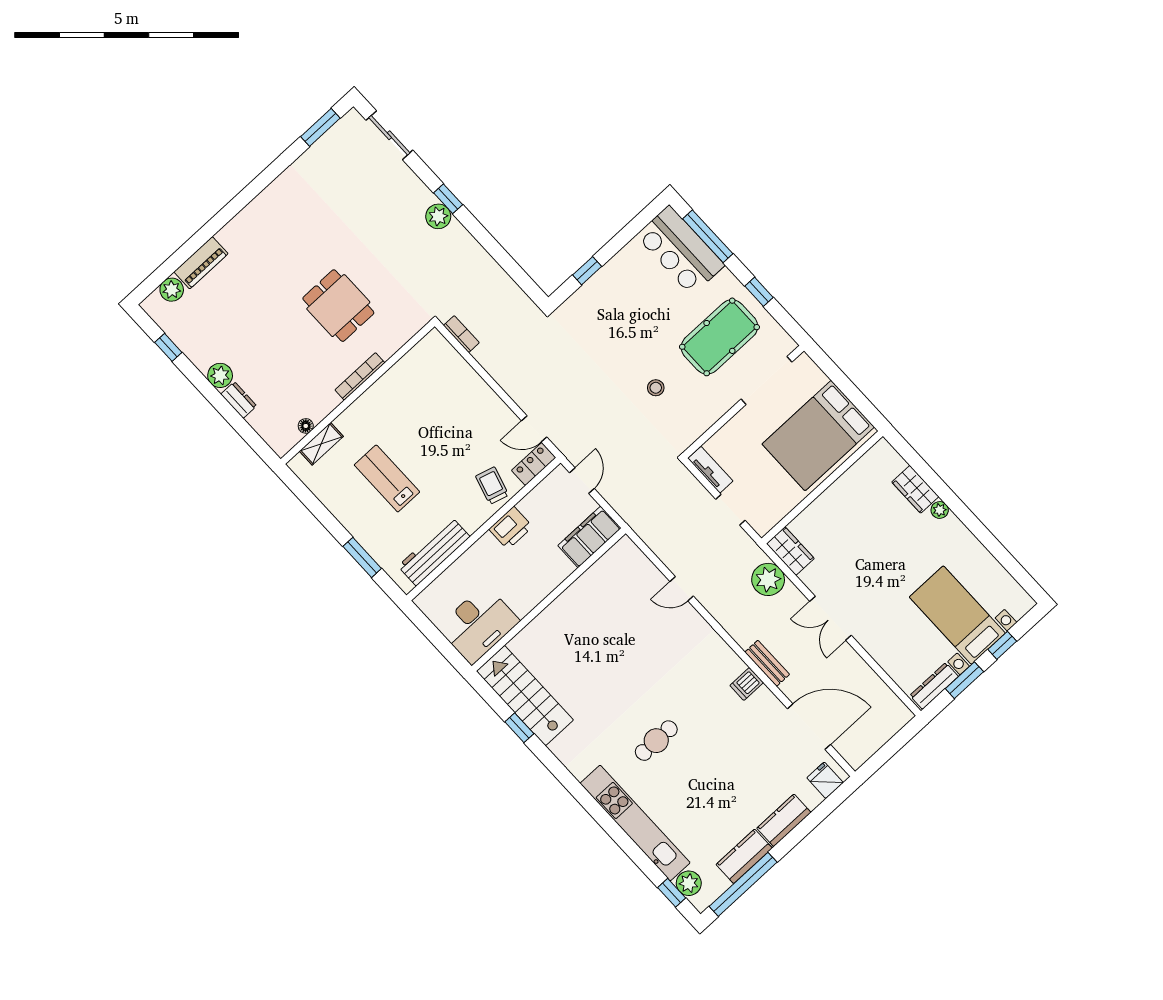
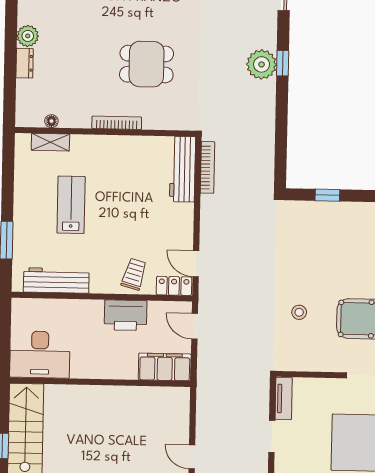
plant: (438, 216) -> (262, 64), width x1.36, depth x1.36
dining table: (338, 306) -> (147, 64), turned 90
bookcase: (461, 334) -> (208, 167), width x1.56
workbench: (450, 363) -> (183, 169), added
door: (582, 481) -> (195, 326), swing flipped
printer: (511, 528) -> (126, 315), width x1.37, depth x1.19

